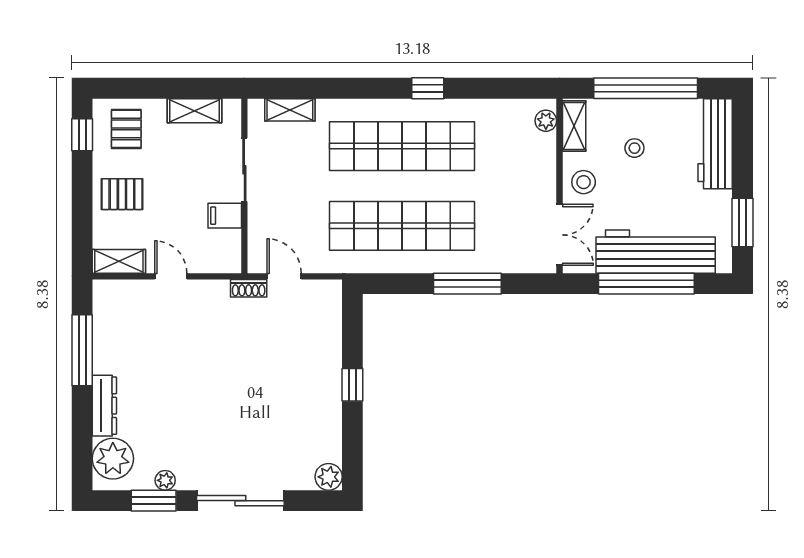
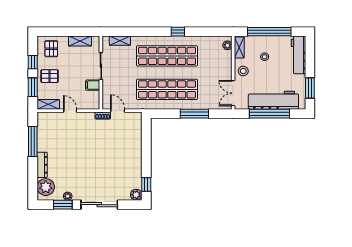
window: (82, 135) -> (33, 62), moved
window: (82, 221) -> (33, 87), added
double door: (560, 235) -> (233, 93), swing flipped
window: (352, 385) -> (146, 184), moved

